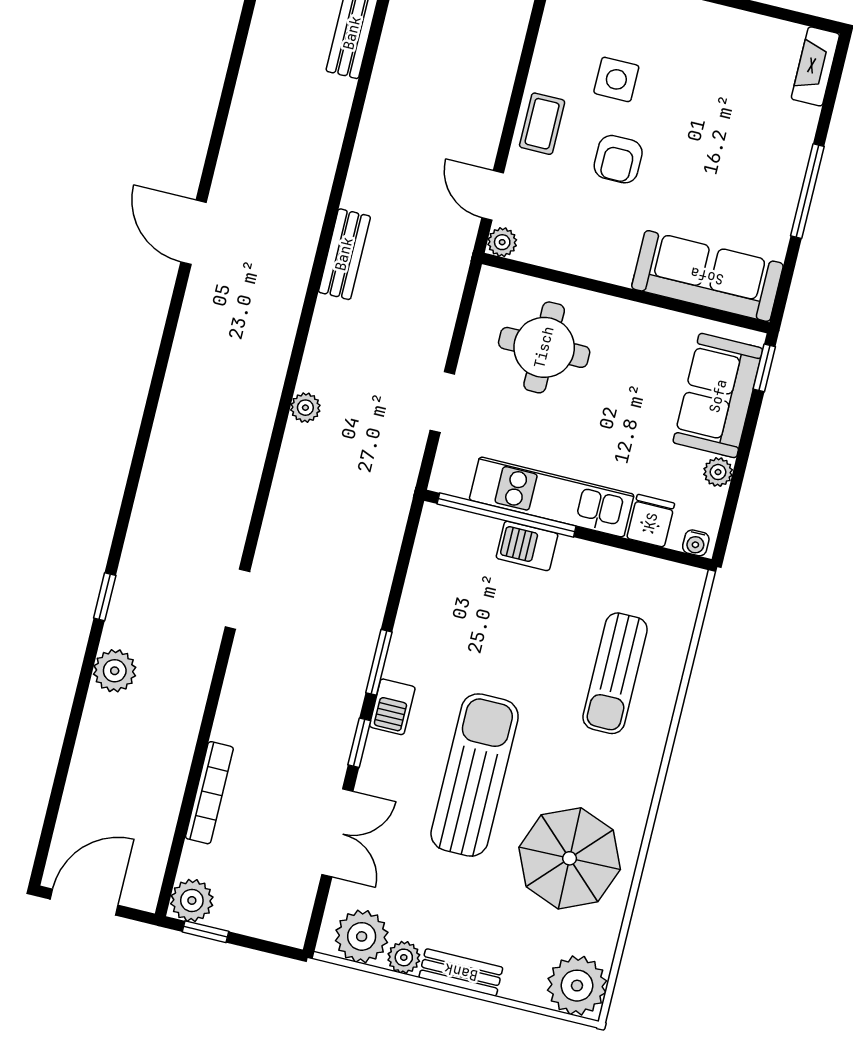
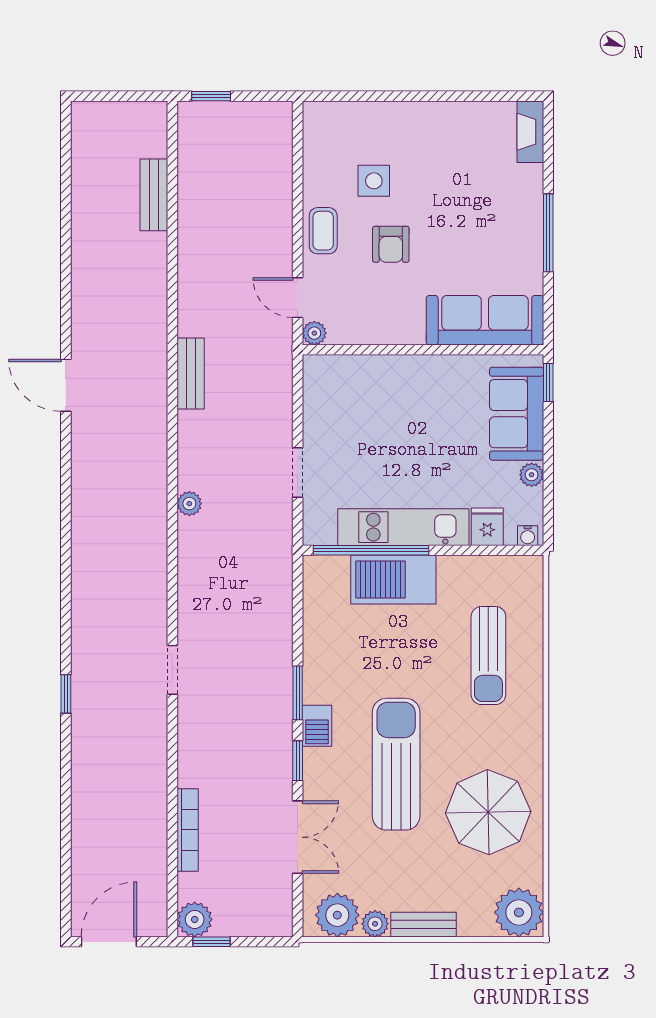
round table: (544, 347) -> (368, 409), removed
barbecue: (527, 546) -> (393, 579), width x1.88, depth x1.53
plant: (115, 671) -> (88, 751), removed

